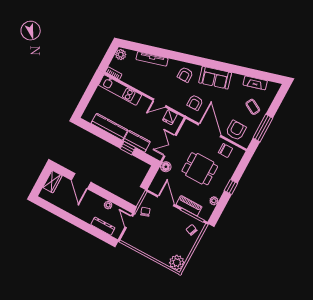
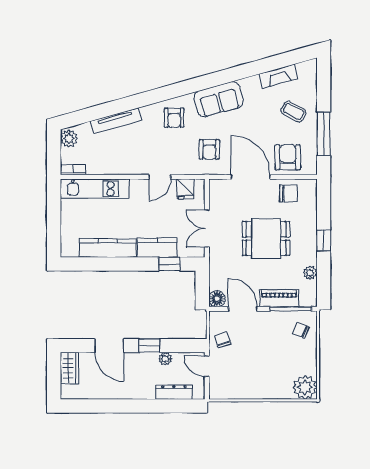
window: (128, 148) -> (169, 264), moved
floor lamp: (166, 167) -> (217, 299), moved
window: (103, 193) -> (149, 346), added

